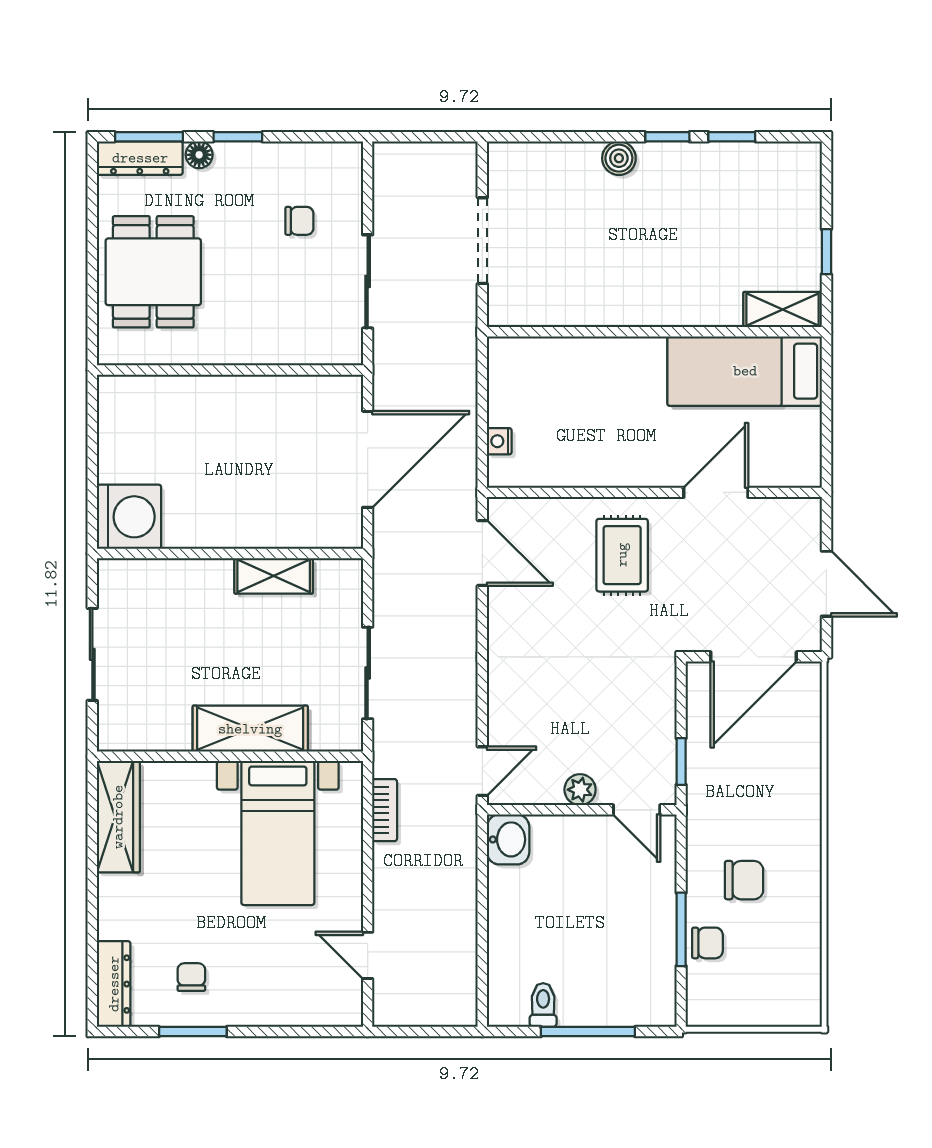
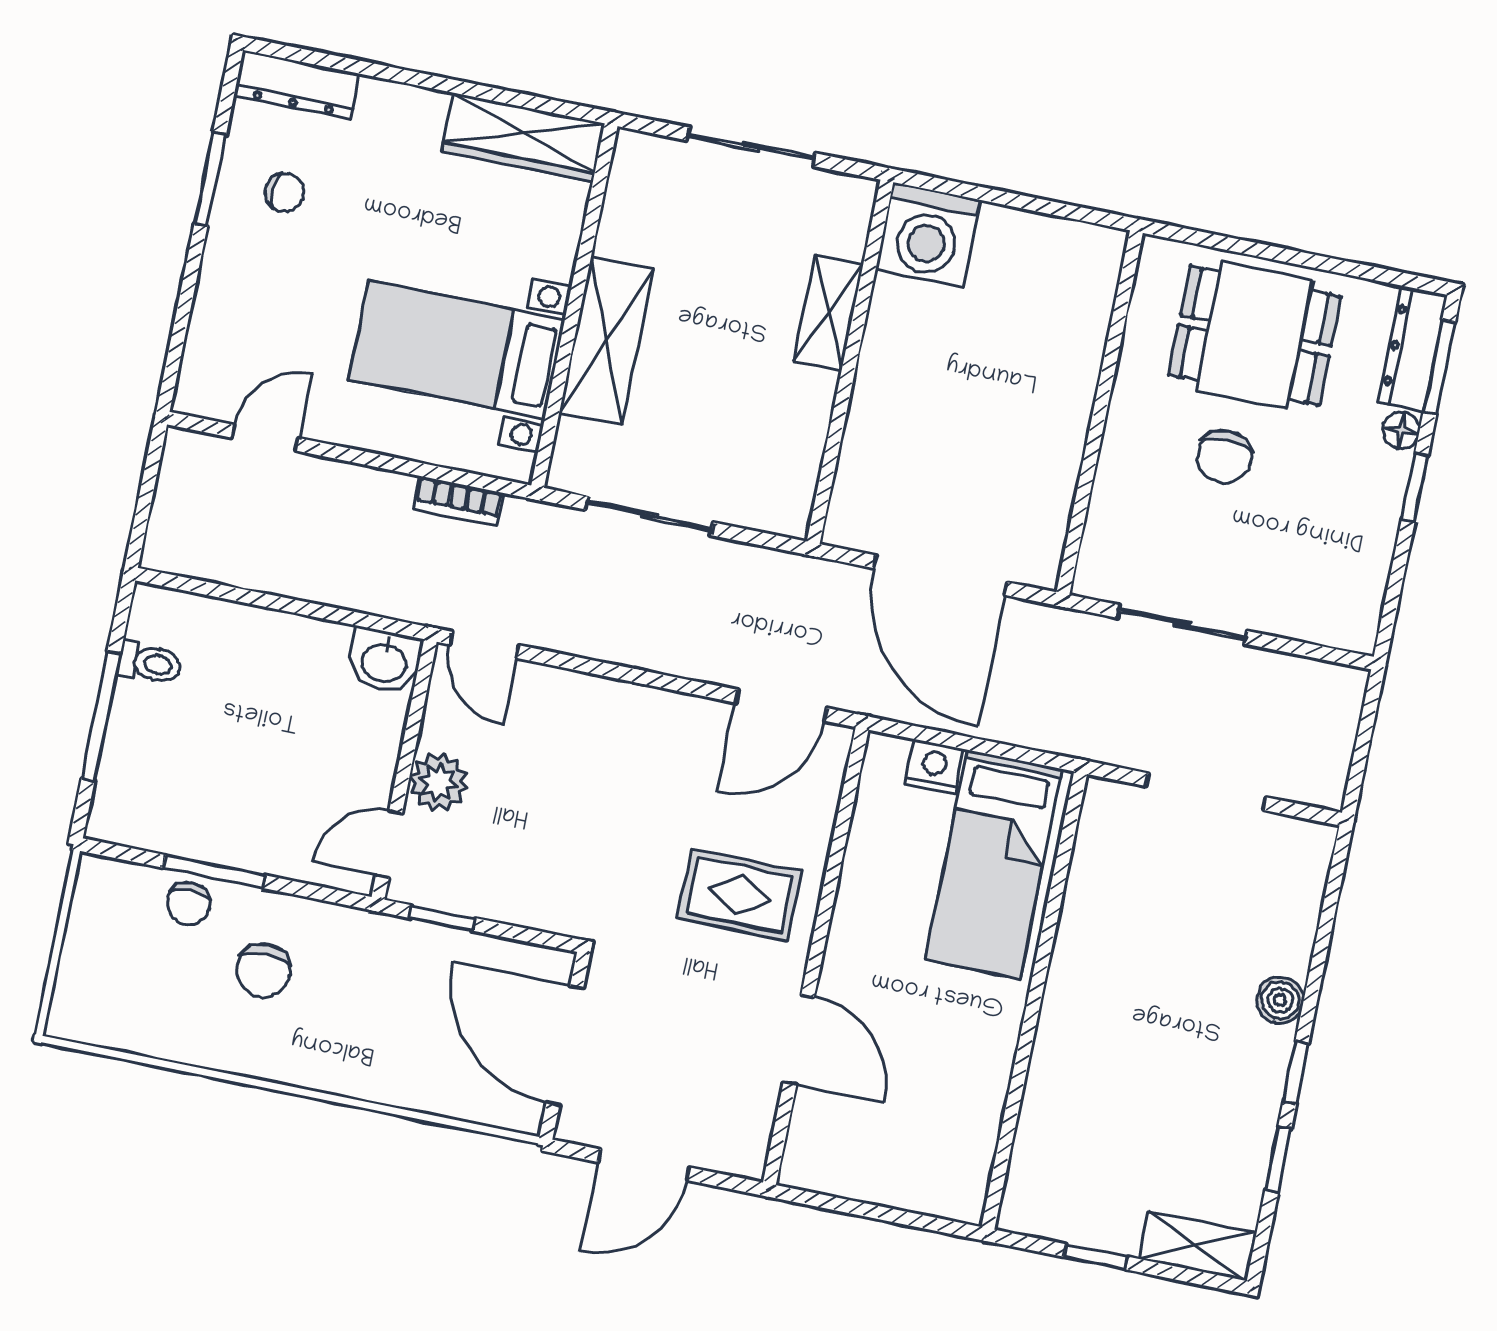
chair: (299, 221) -> (1224, 457), moved, width x1.37, depth x1.37
shelving: (783, 310) -> (1196, 1246), moved, turned 90
bed: (745, 371) -> (994, 864), moved, turned 180
nightstand: (499, 441) -> (934, 767), width x1.39, depth x1.35
shelving: (274, 576) -> (828, 313), moved
plant: (580, 790) -> (438, 782), width x1.38, depth x1.38

